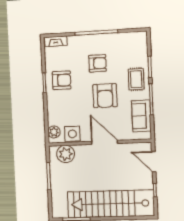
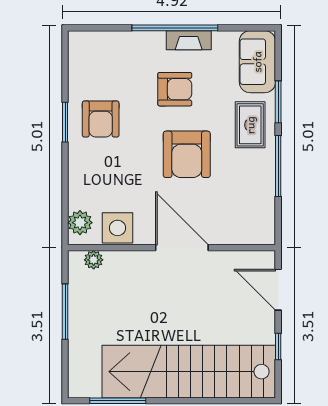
fireplace: (56, 41) -> (189, 40), moved
armchair: (62, 80) -> (101, 119), turned 90
sofa: (141, 116) -> (257, 62), moved
plant: (66, 154) -> (94, 260), width x0.53, depth x0.53

